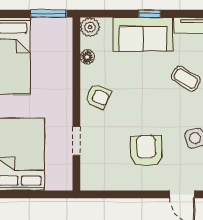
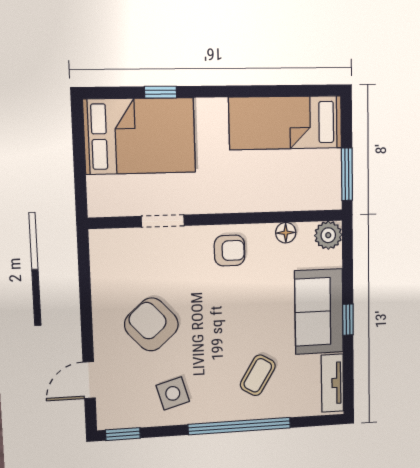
armchair: (98, 96) -> (230, 251), turned -114
armchair: (146, 151) -> (151, 324), turned -132

